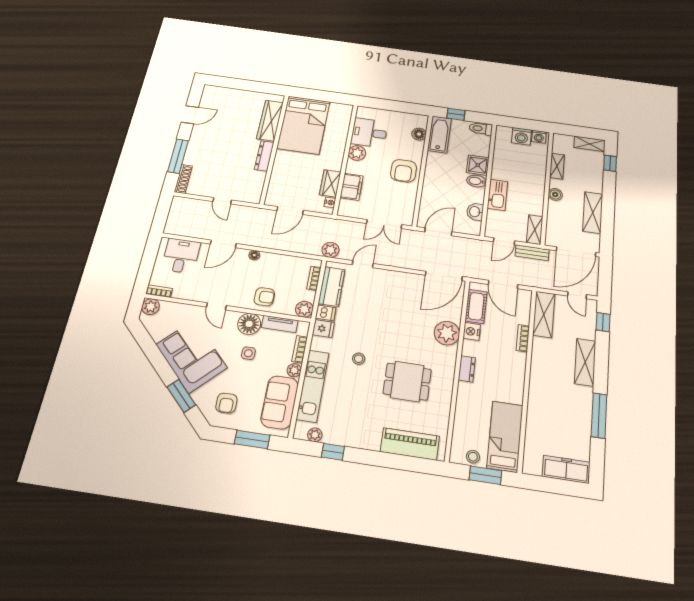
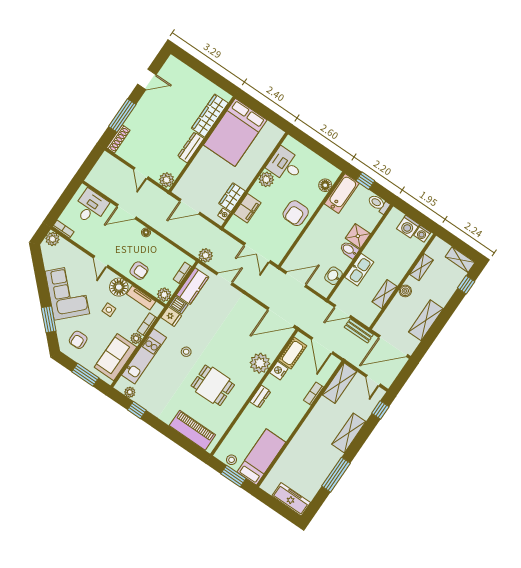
plant: (253, 196) -> (167, 180), added
shelving: (535, 230) -> (385, 294), moved

